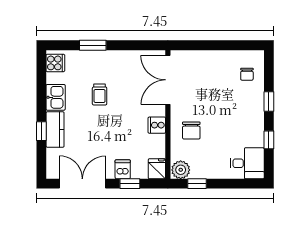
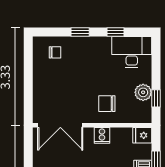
chair: (191, 130) -> (107, 104), turned 180
desk: (247, 163) -> (132, 52), width x1.37
plant: (181, 170) -> (143, 92), moved

